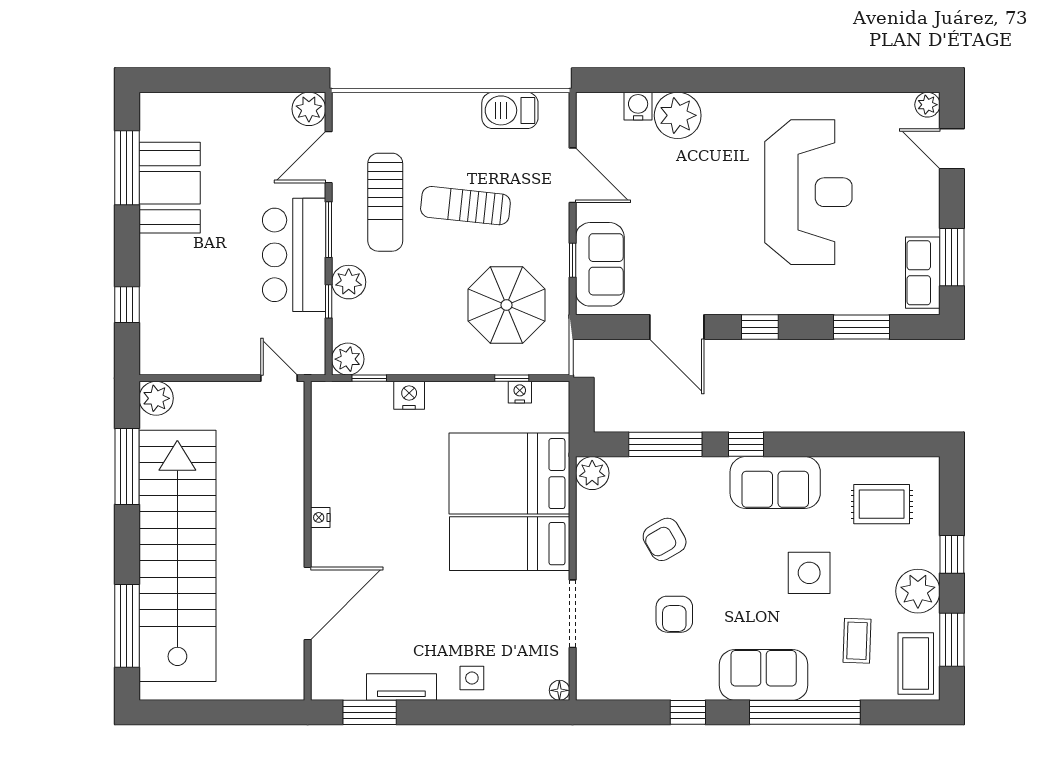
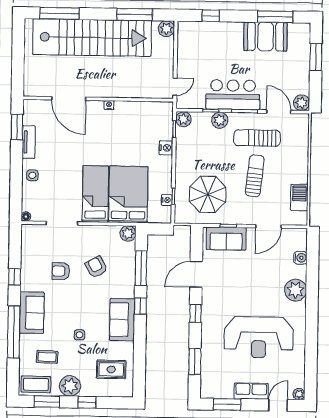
window: (211, 80) -> (316, 57), added
plant: (678, 115) -> (296, 290), moved
row of seats: (923, 273) -> (251, 391), moved
rug: (882, 504) -> (111, 369), turned 90
side table: (809, 573) -> (79, 335), width x0.54, depth x0.54

